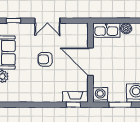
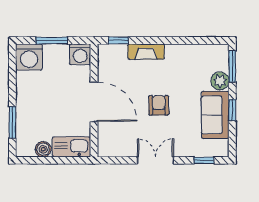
armchair: (45, 59) -> (159, 105), turned -90
fireplace: (75, 97) -> (146, 52), moved

